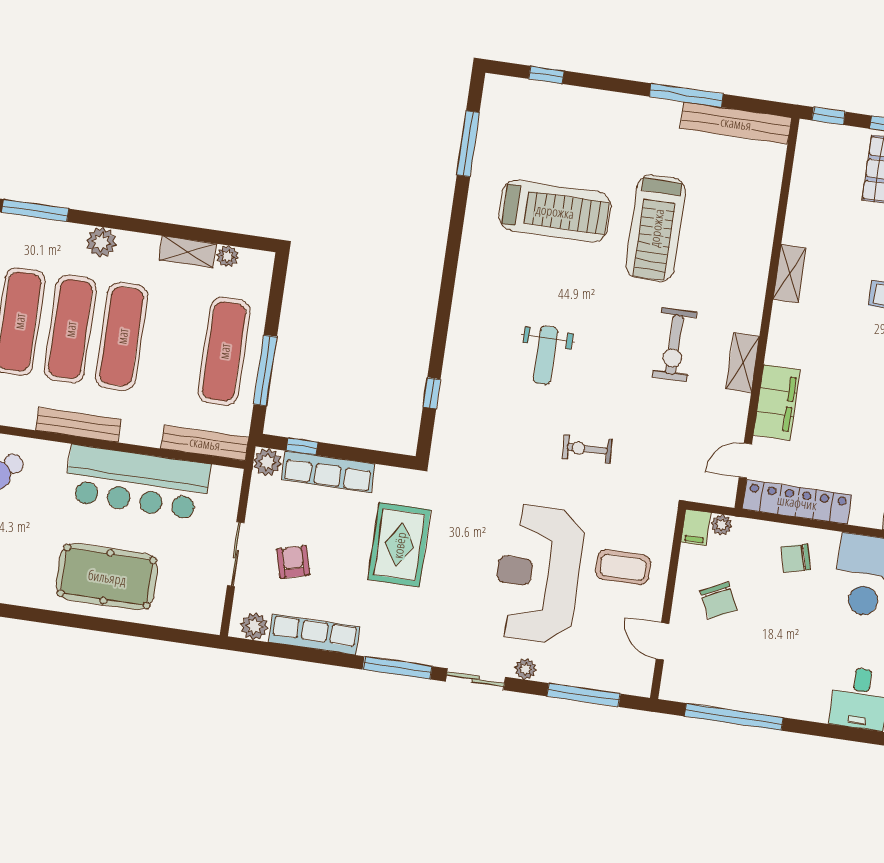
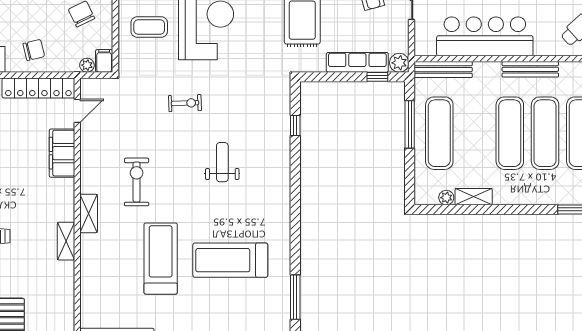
plant: (101, 242) -> (533, 195), removed
shelving: (743, 363) -> (89, 213), moved

